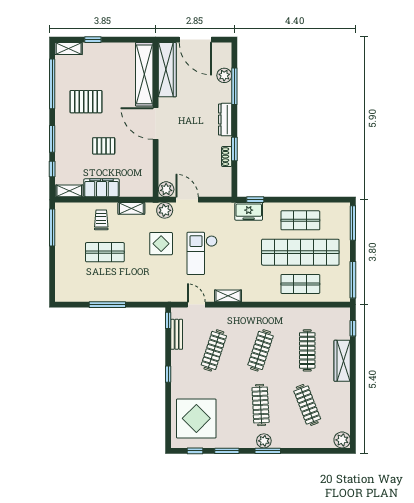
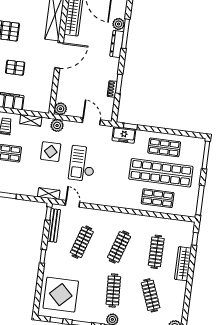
dresser: (225, 120) -> (117, 44), moved
door: (156, 124) -> (59, 55), swing flipped
door: (187, 200) -> (91, 121), moved
shelving: (228, 296) -> (49, 194), moved
bench: (177, 334) -> (54, 225), width x1.36

